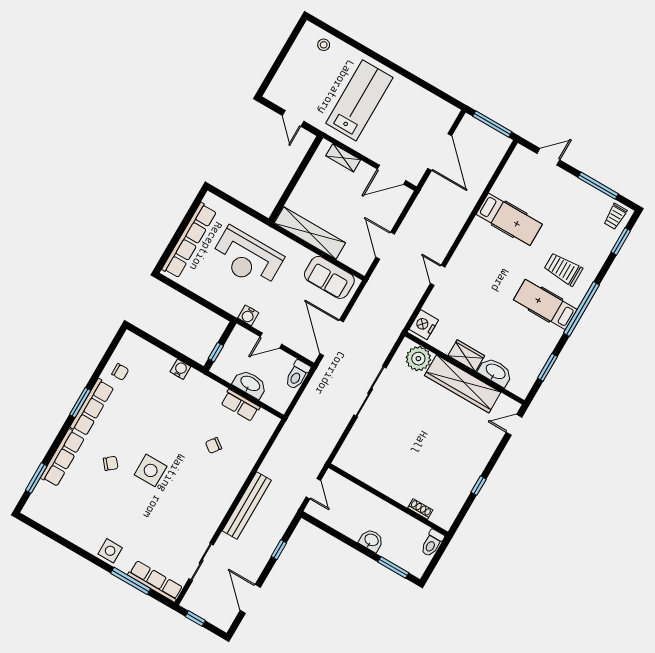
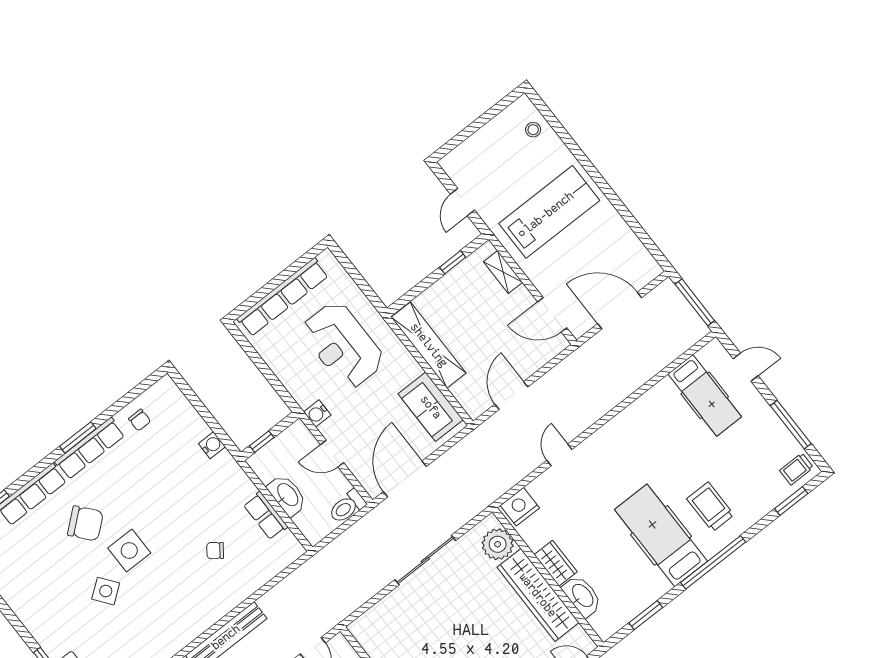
door: (440, 152) -> (620, 311), swing flipped
window: (303, 165) -> (453, 262), added
hospital bed: (509, 219) -> (705, 395), moved
hospital bed: (545, 305) -> (661, 535), width x1.37, depth x1.29
chair: (111, 463) -> (85, 523), width x1.87, depth x1.87
side table: (110, 551) -> (106, 591), moved, turned -37

